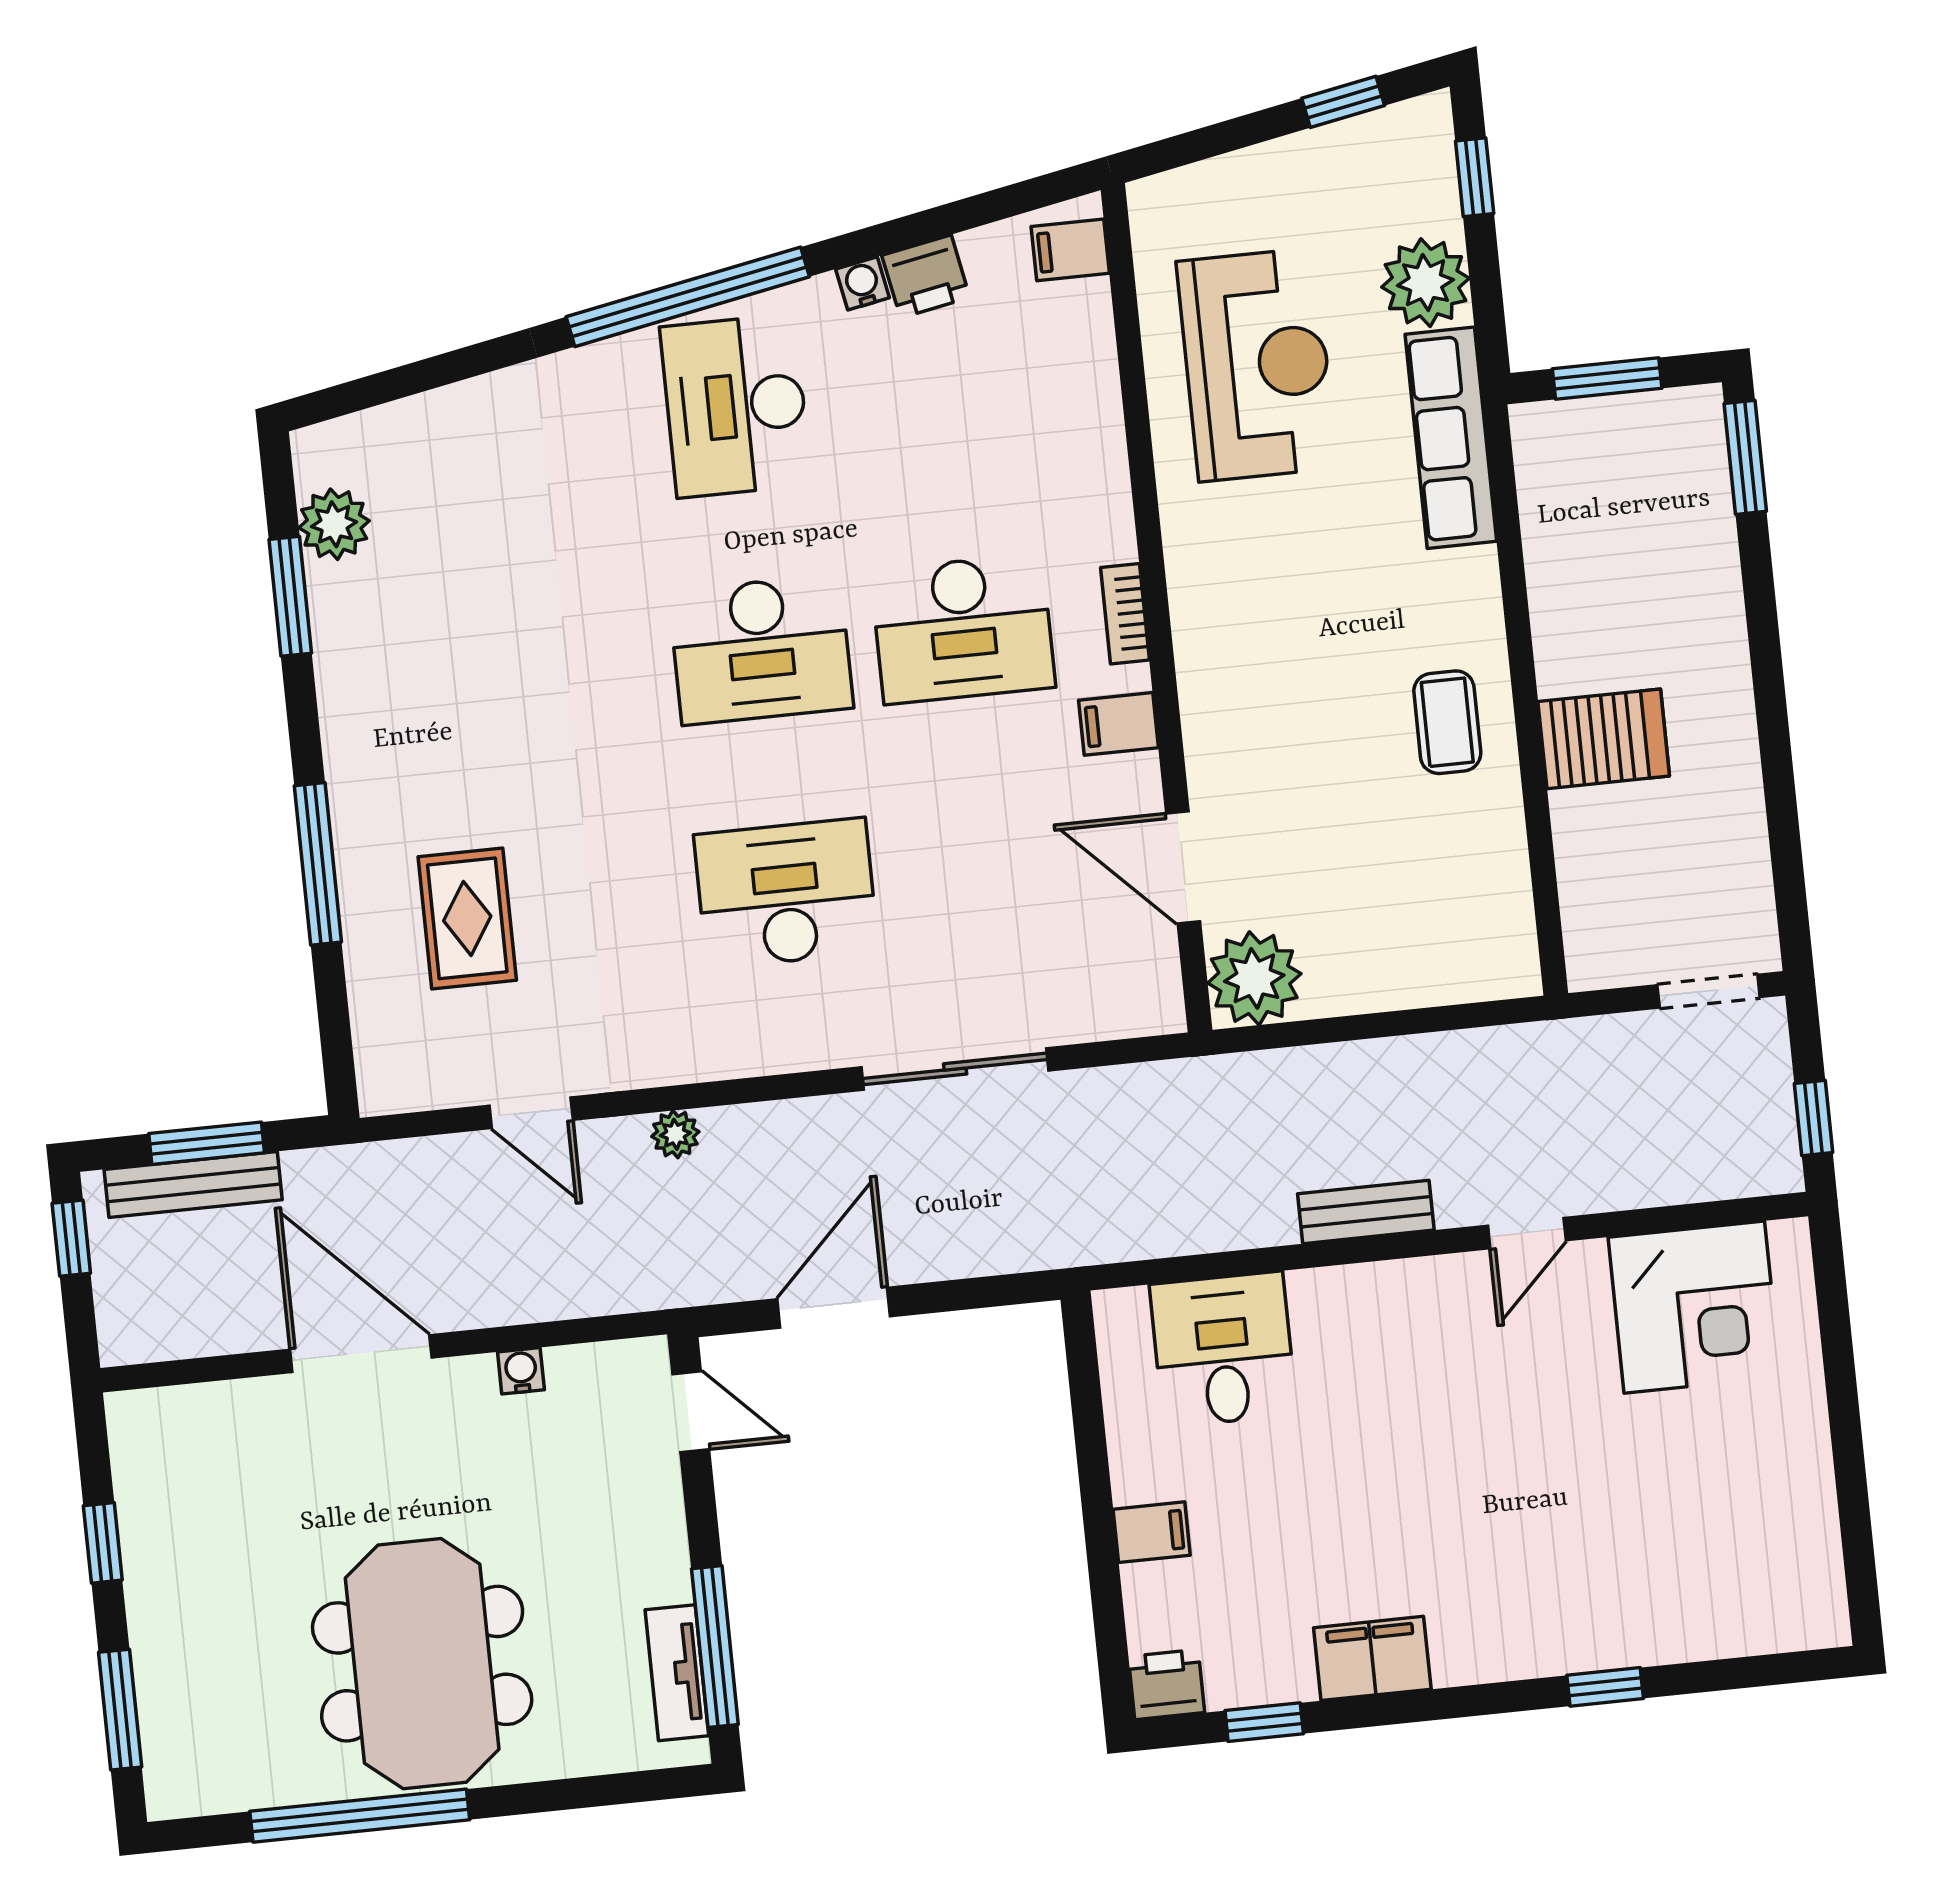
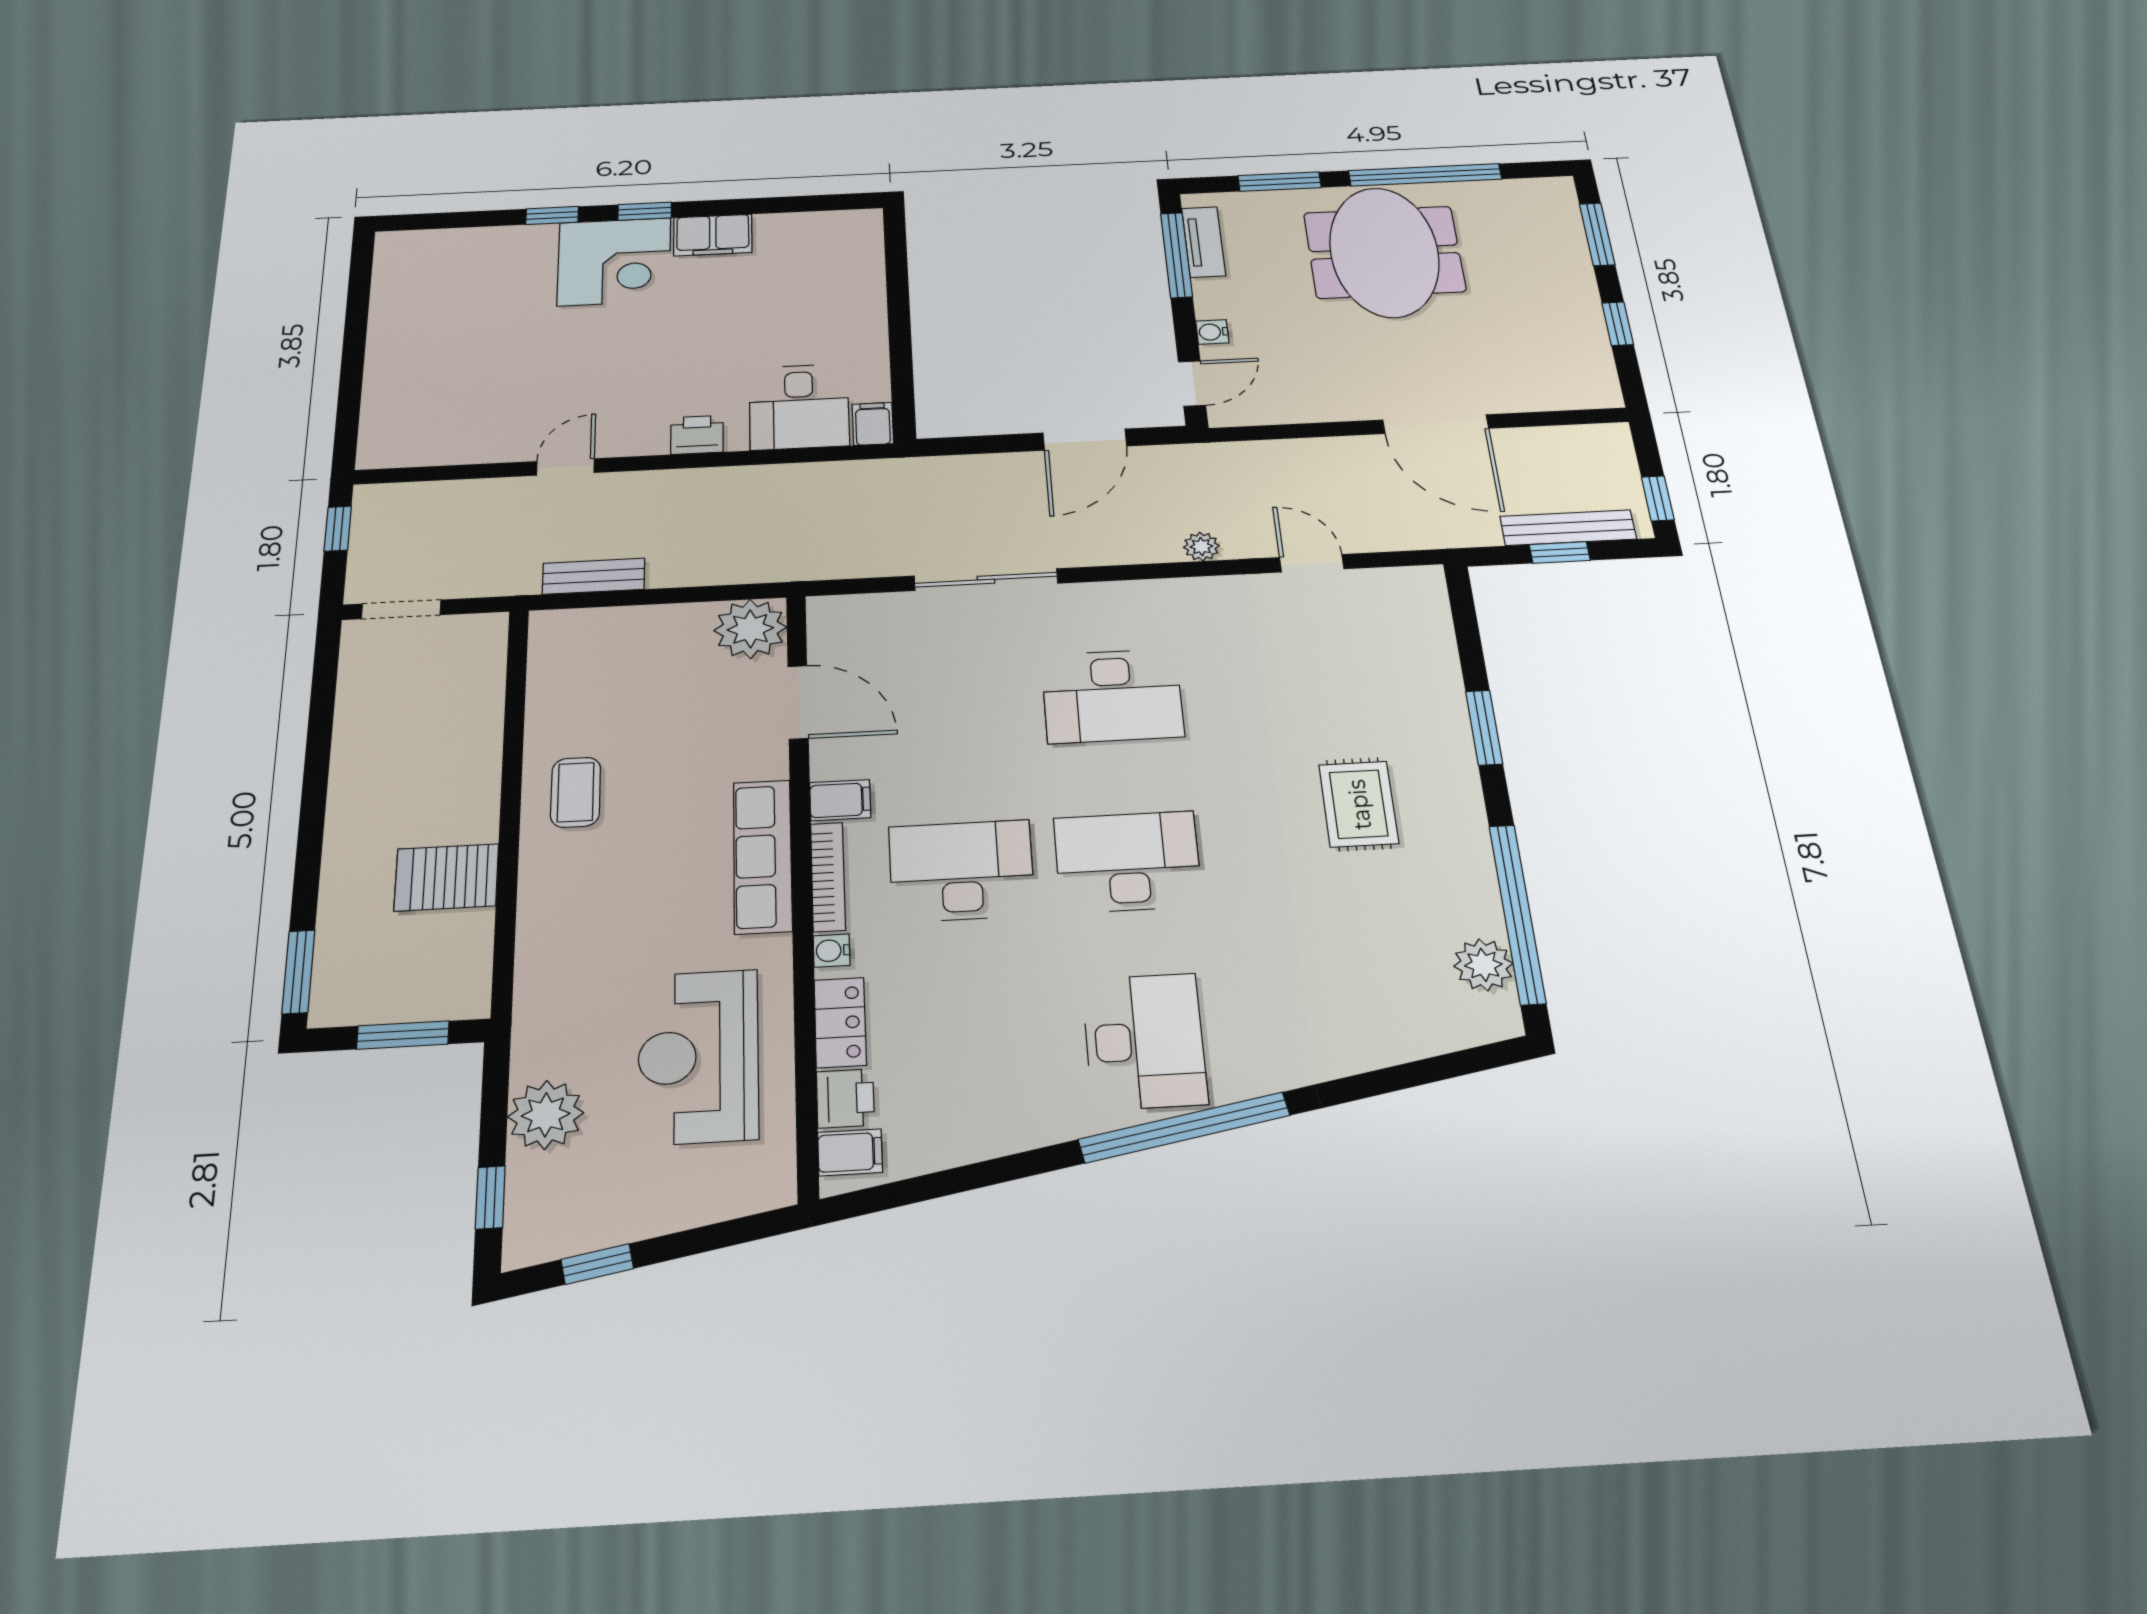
printer: (926, 276) -> (845, 1098), moved, turned 101
water cooler: (863, 283) -> (832, 951), moved, turned 101
locker: (1095, 416) -> (840, 1022), added
row of seats: (1451, 438) -> (763, 856), moved, turned 180
window: (290, 596) -> (1517, 914), width x2.11
bookcase: (1125, 614) -> (828, 877), width x1.56
server rack: (1604, 739) -> (446, 877), moved
window: (318, 864) -> (1484, 728), width x0.69
rug: (467, 918) -> (1359, 804), moved
window: (207, 1143) -> (1560, 552), width x0.67
bench: (1366, 1212) -> (594, 576), moved
corner desk: (1694, 1307) -> (614, 262), moved, turned 180
water cooler: (521, 1371) -> (1212, 332), moved, turned 90
door: (691, 1412) -> (1192, 384), swing flipped
filing cabinet: (1152, 1532) -> (873, 424), moved, turned 90
printer: (1167, 1685) -> (697, 435), moved, turned 180
window: (1264, 1722) -> (645, 211), moved
window: (569, 1794) -> (1280, 182), added

